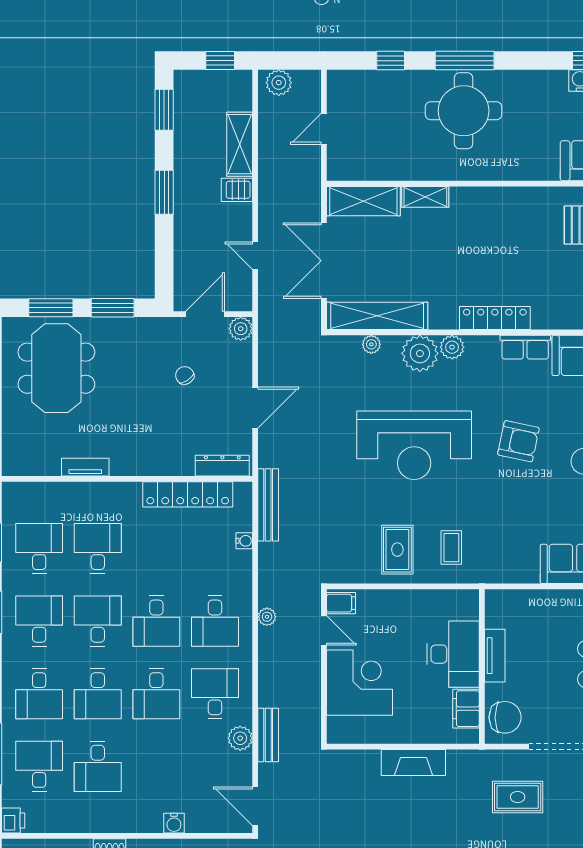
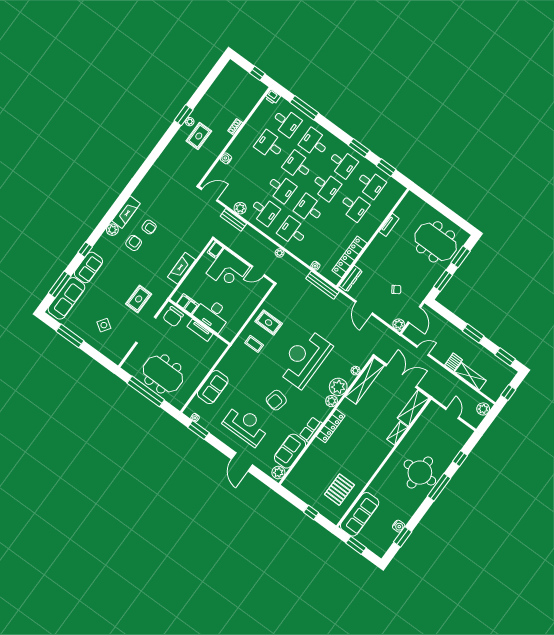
filing cabinet: (341, 603) -> (215, 250), moved
desk: (156, 694) -> (281, 188), turned 180

